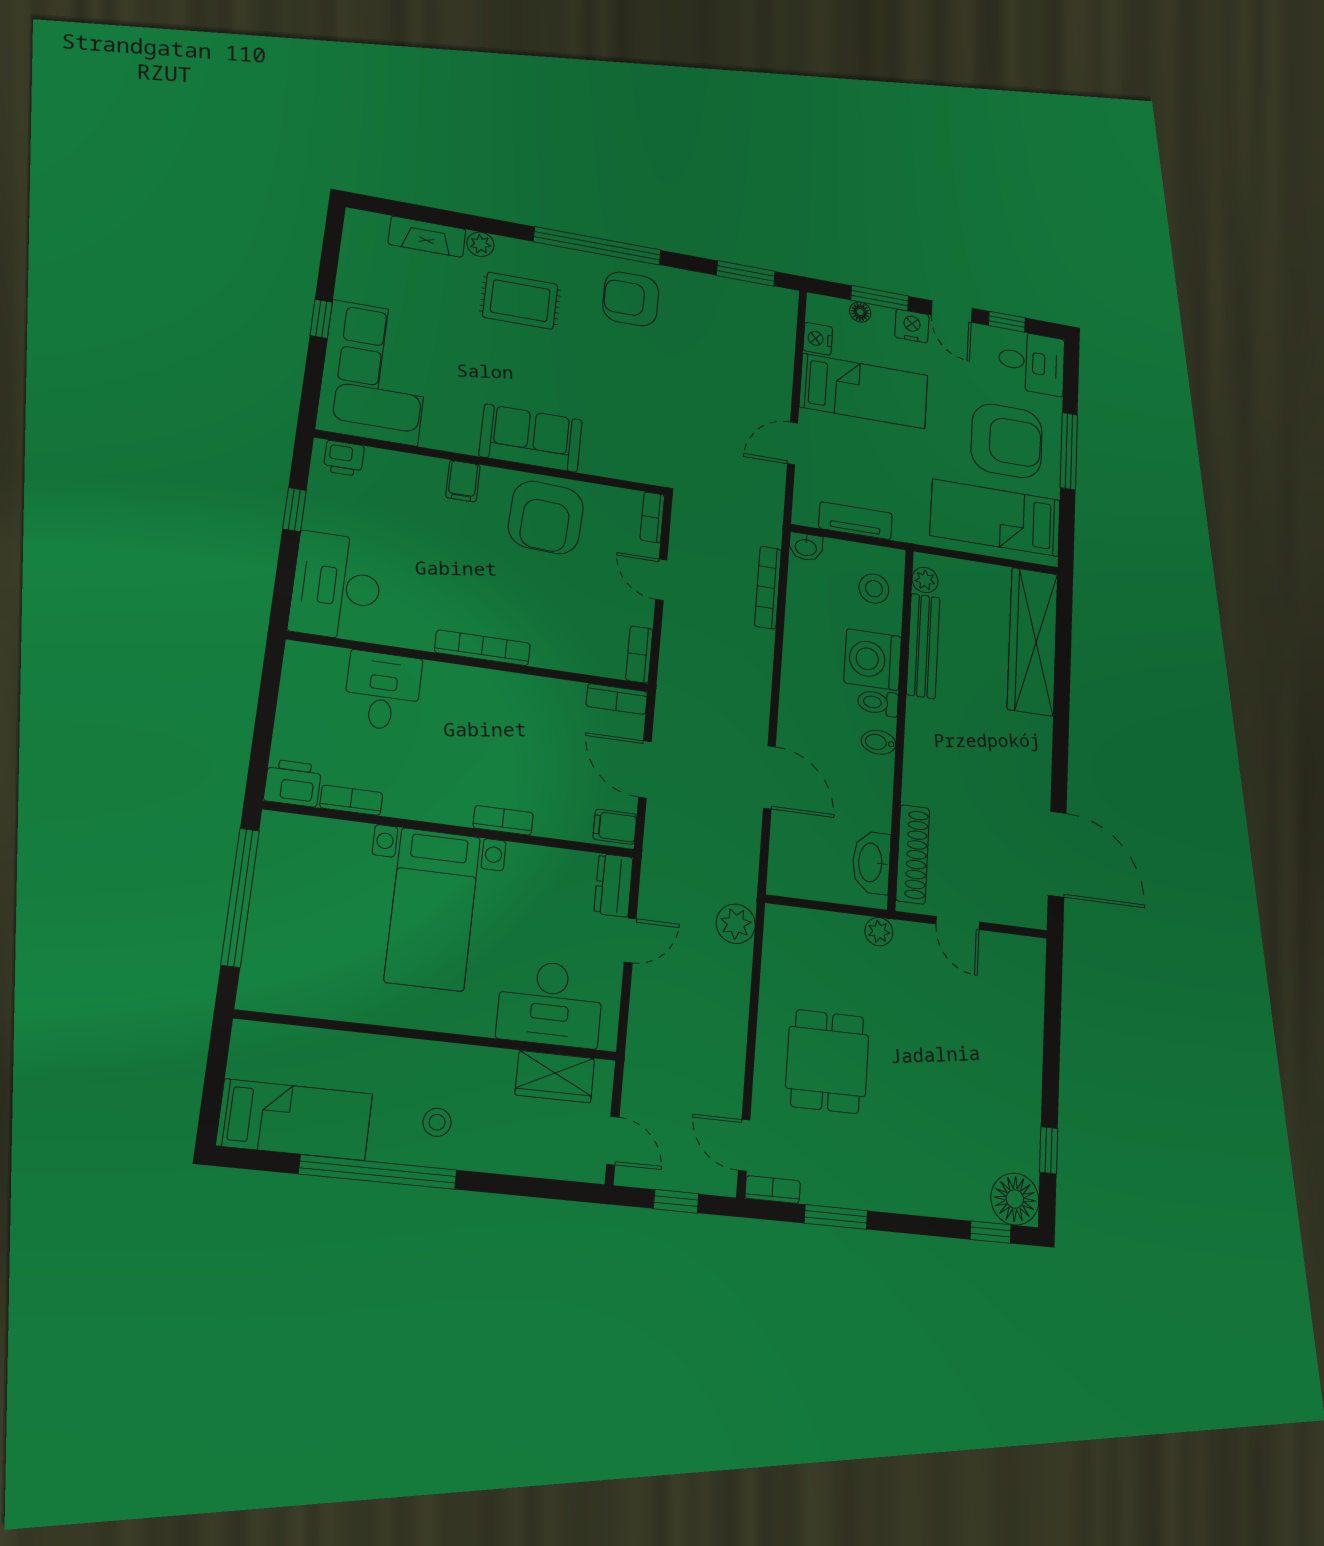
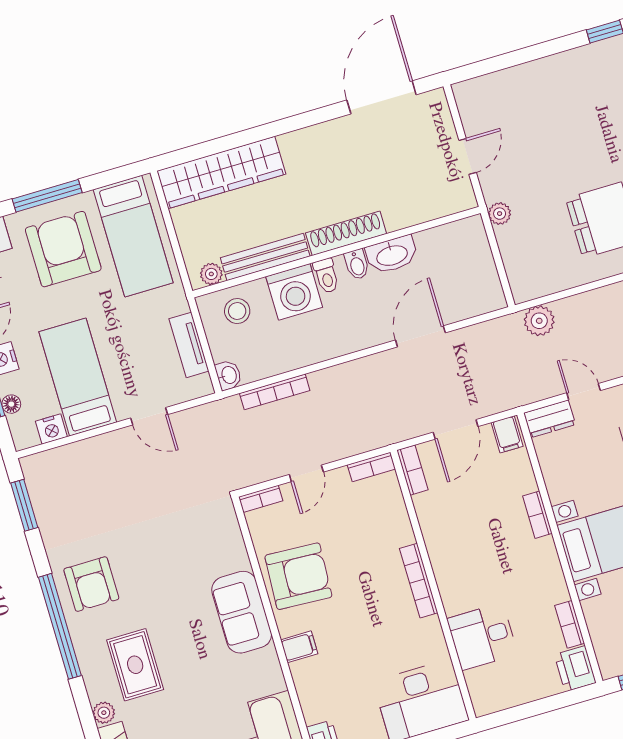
shoe rack: (913, 854) -> (346, 233), moved
washbasin: (871, 863) -> (392, 255), moved

